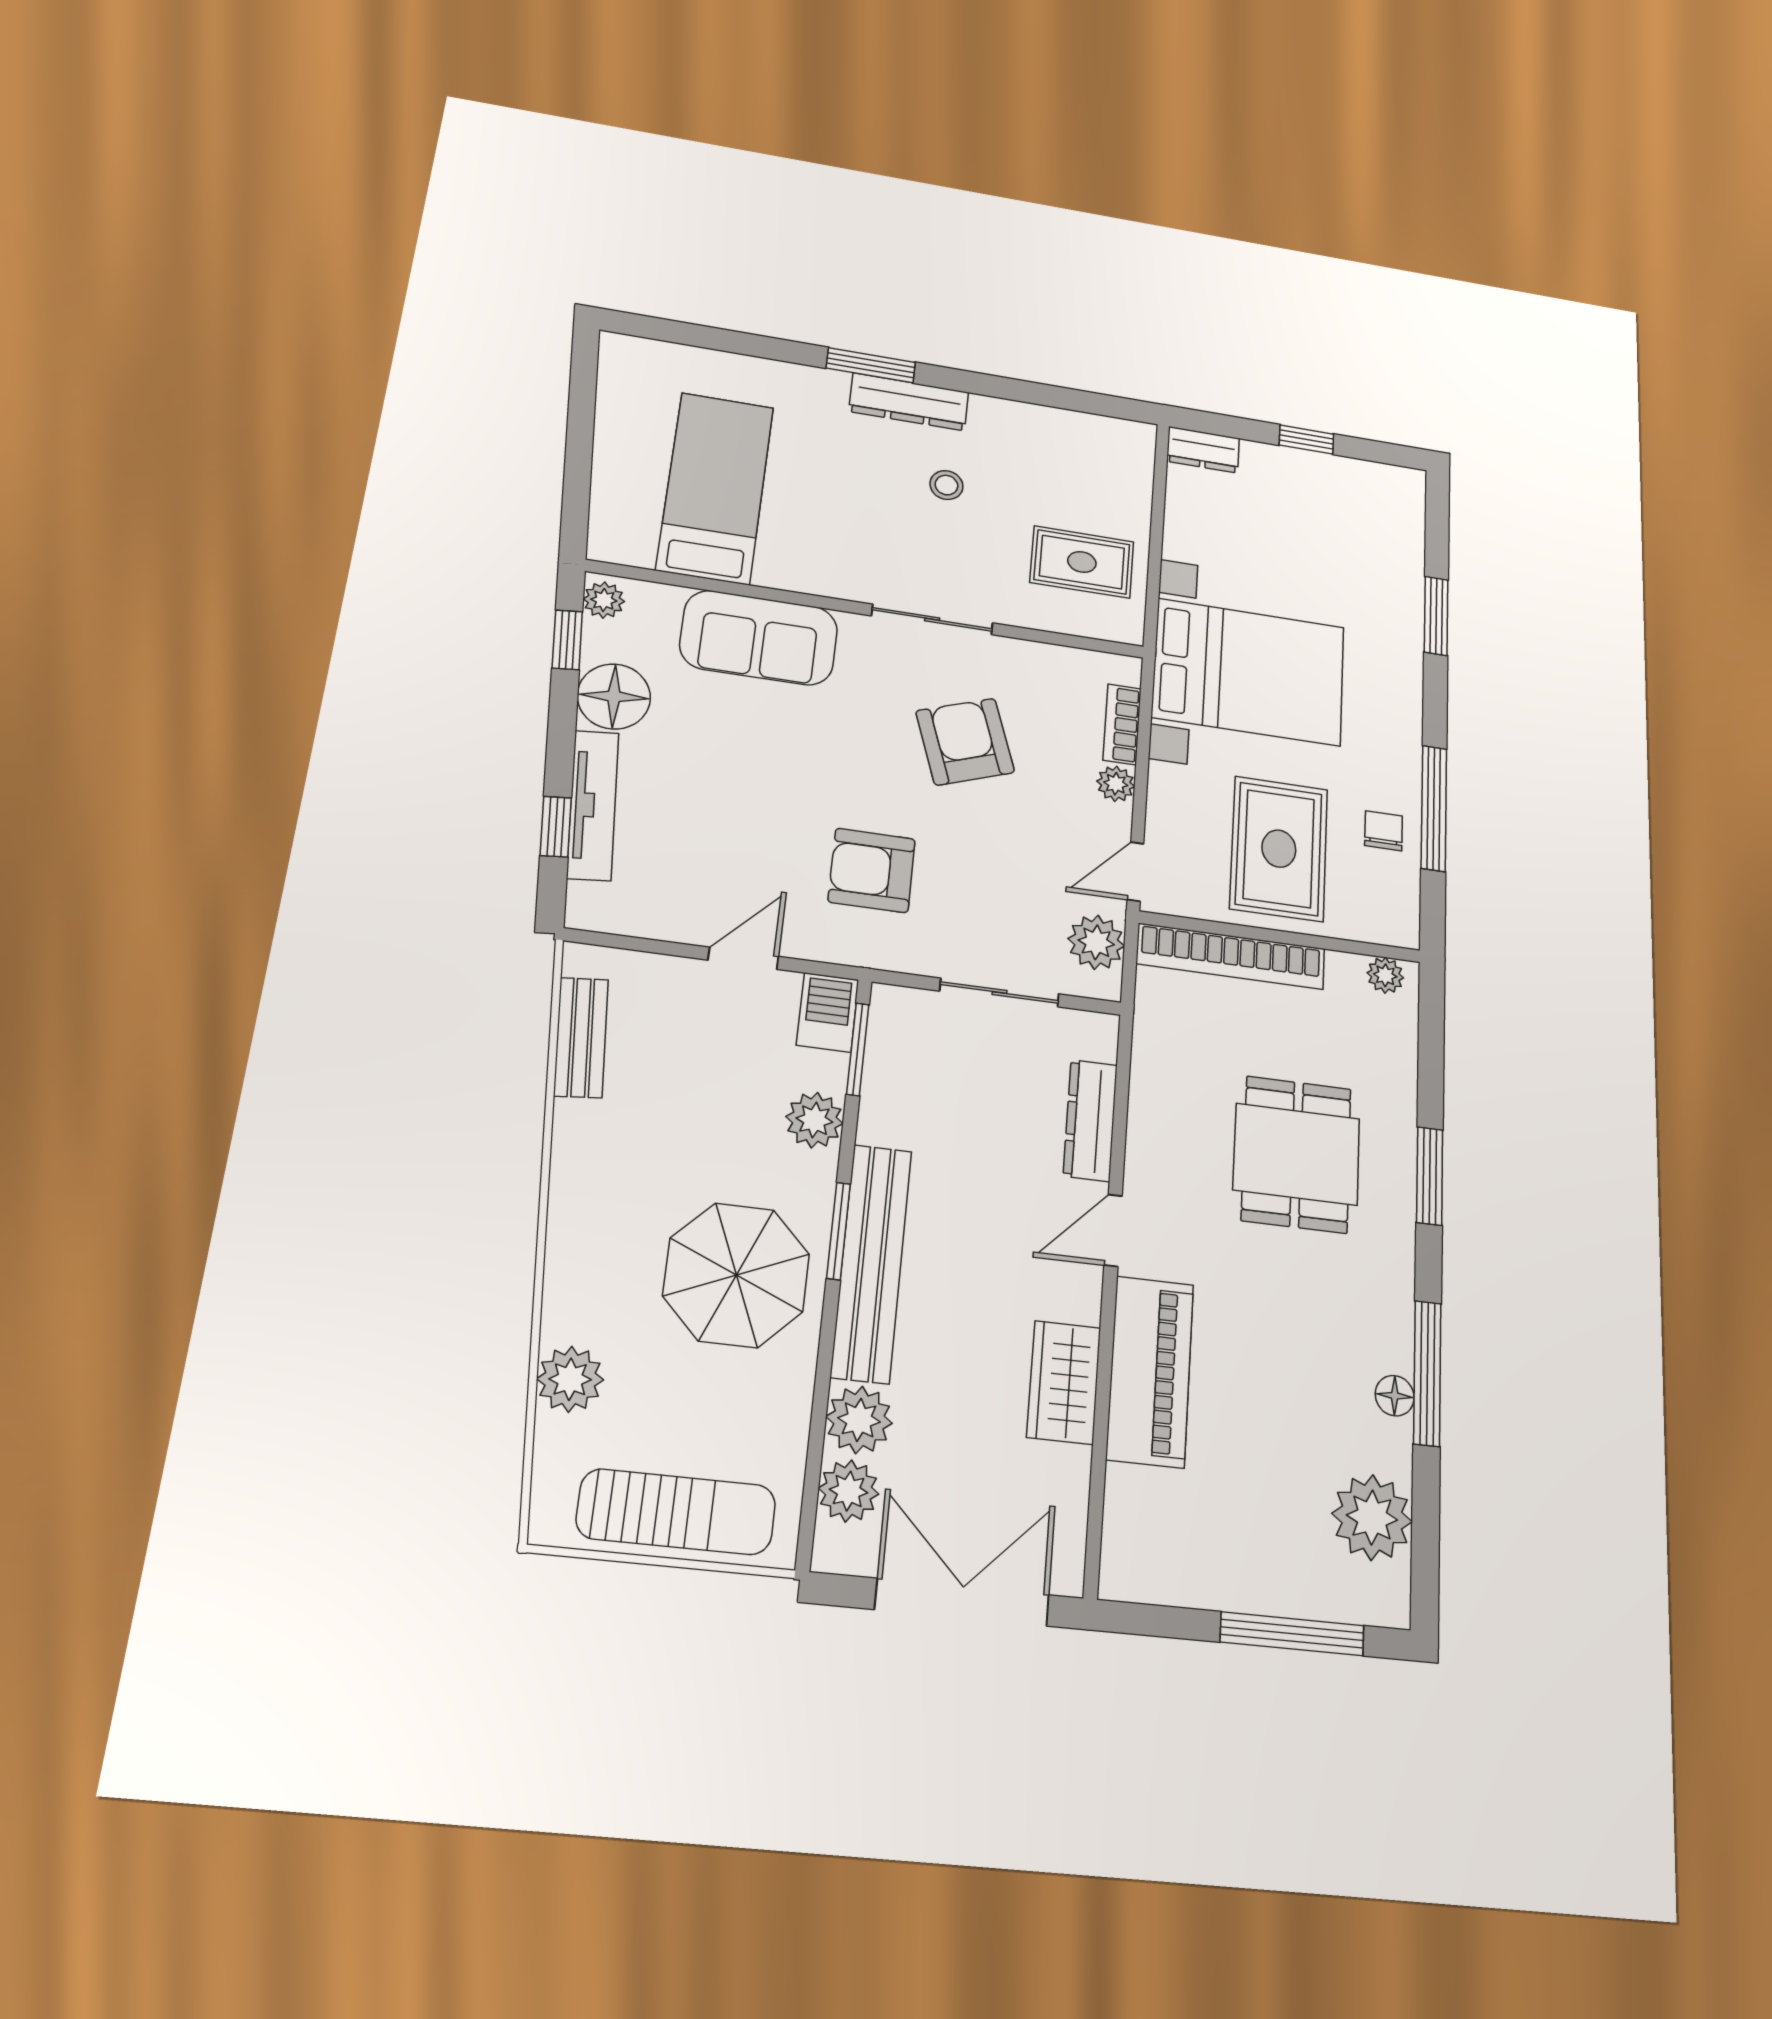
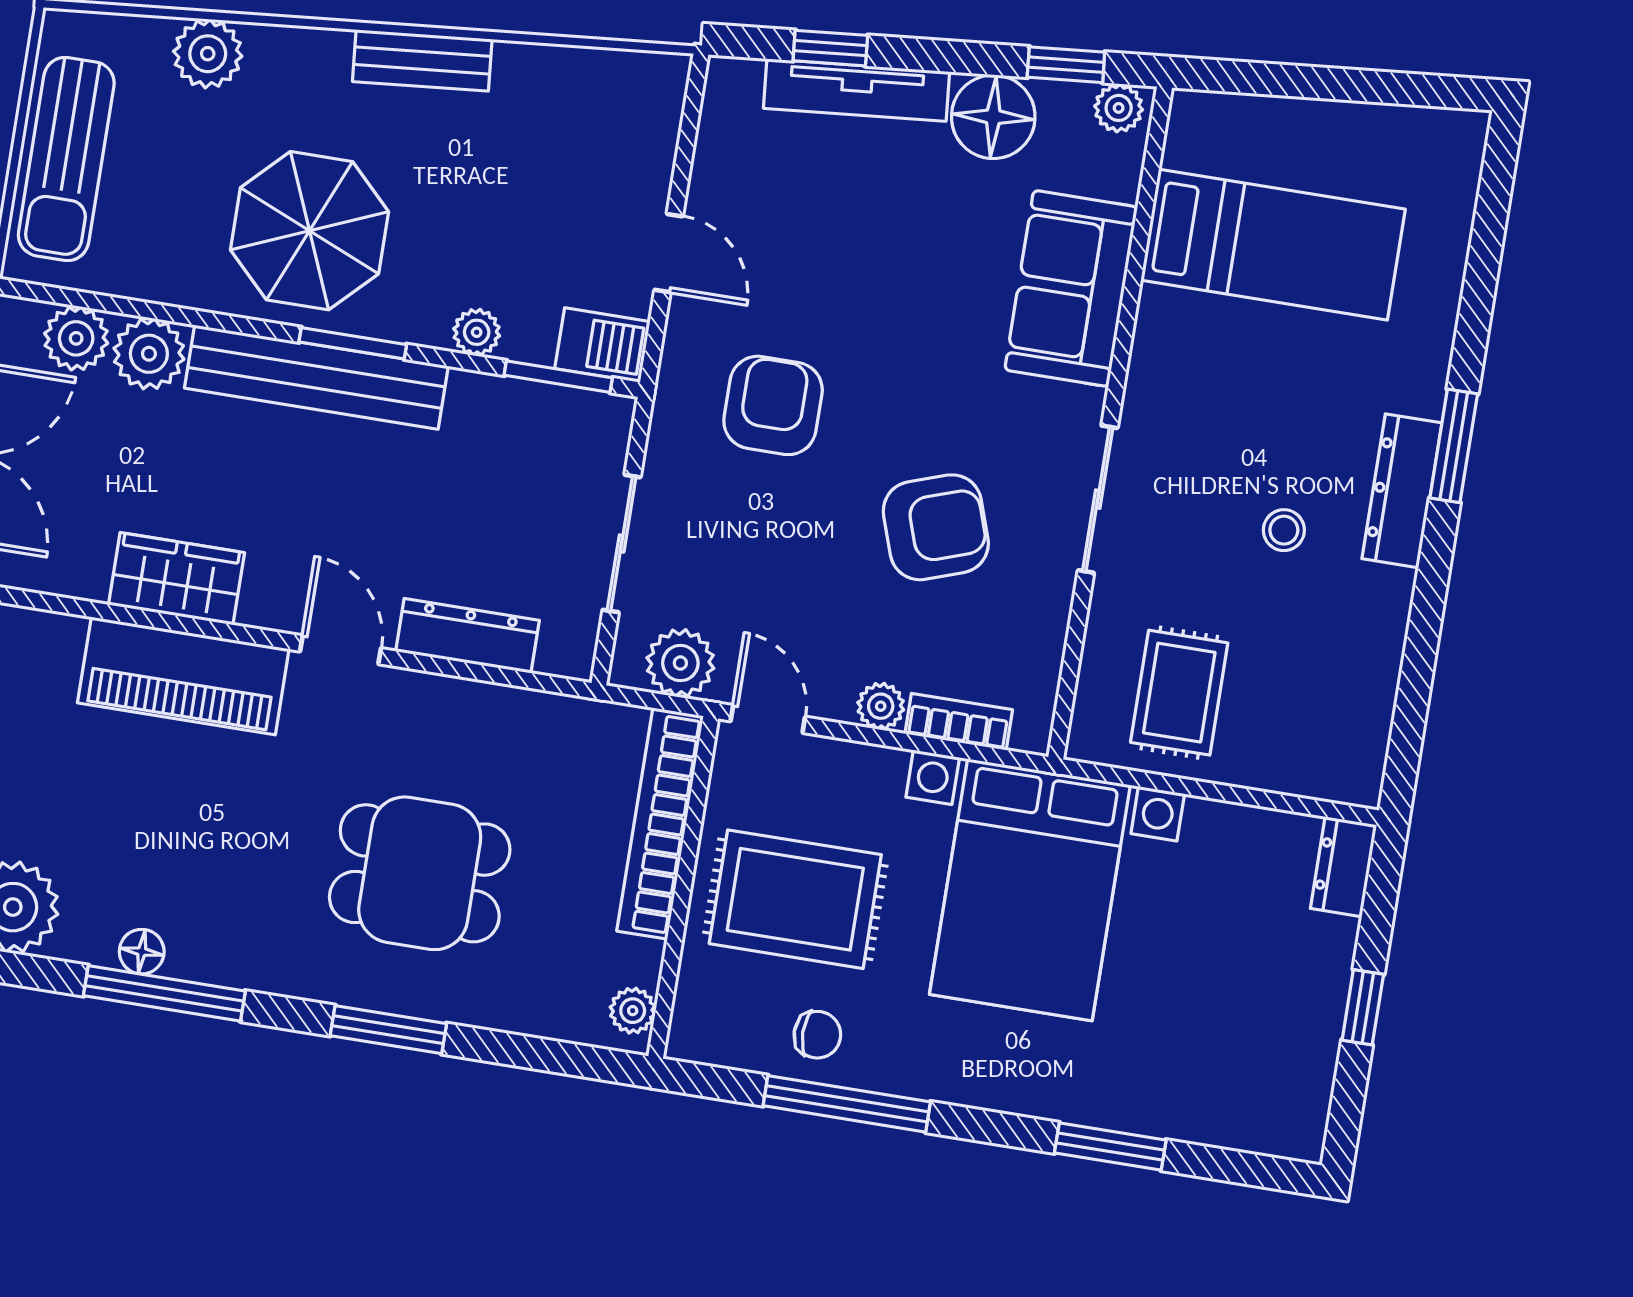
bench: (581, 1037) -> (422, 60), moved
plant: (814, 1120) -> (477, 332), width x0.73, depth x0.73

